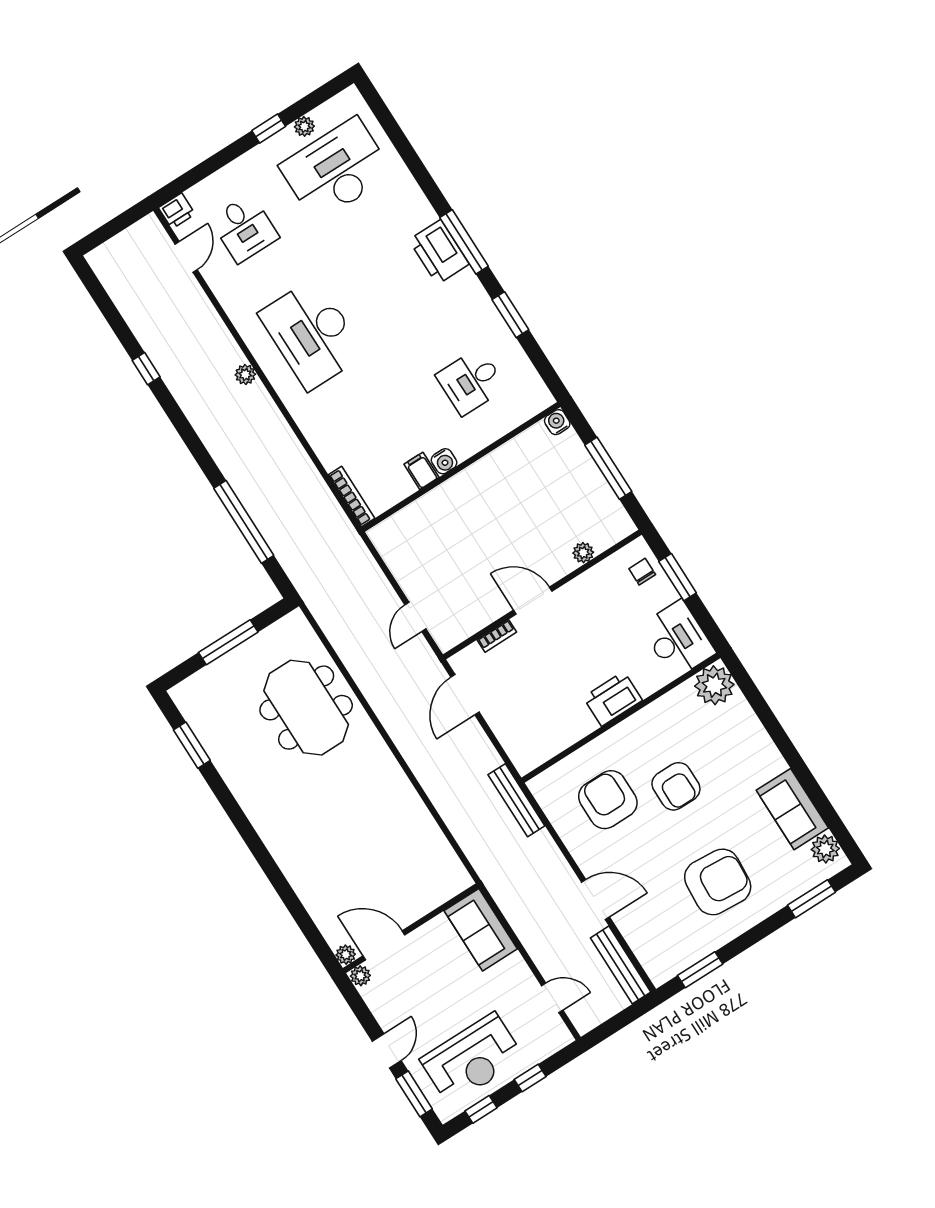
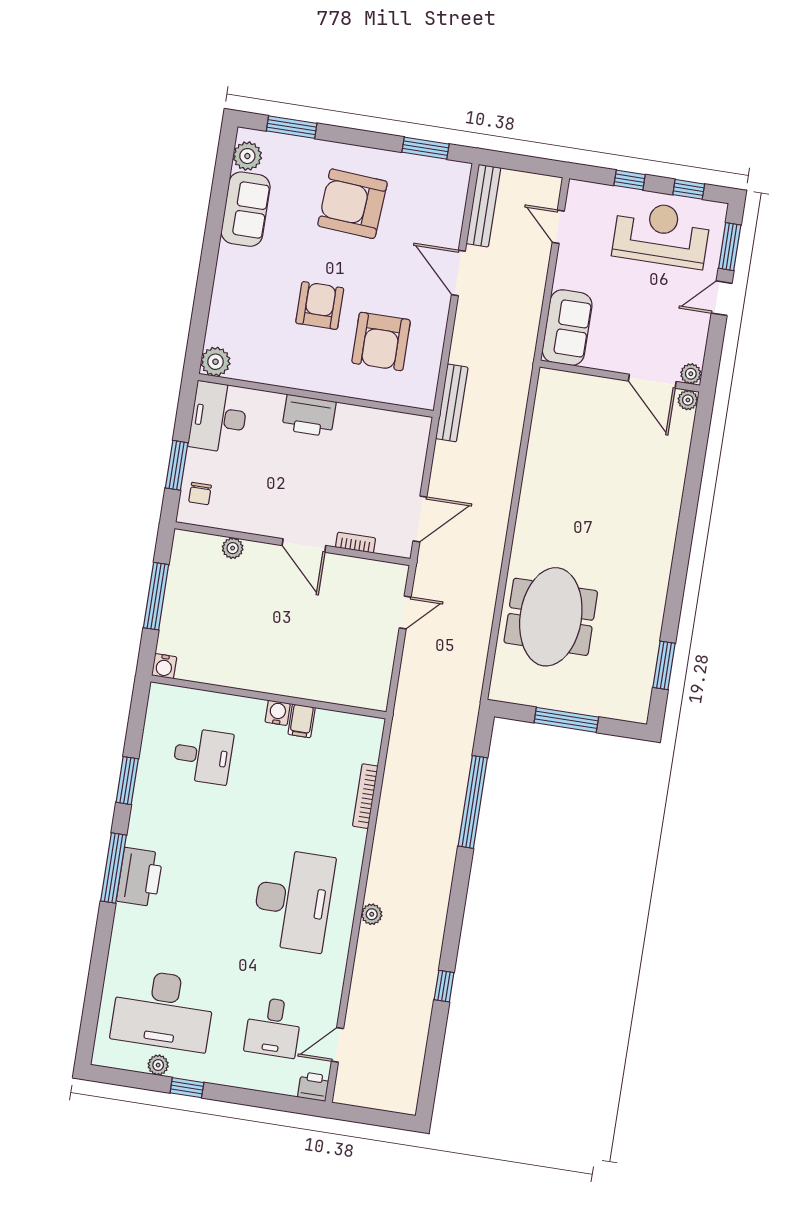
desk: (244, 228) -> (273, 1027), turned 180
bookcase: (352, 496) -> (365, 796), moved
plant: (714, 685) -> (216, 362), width x0.73, depth x0.73

